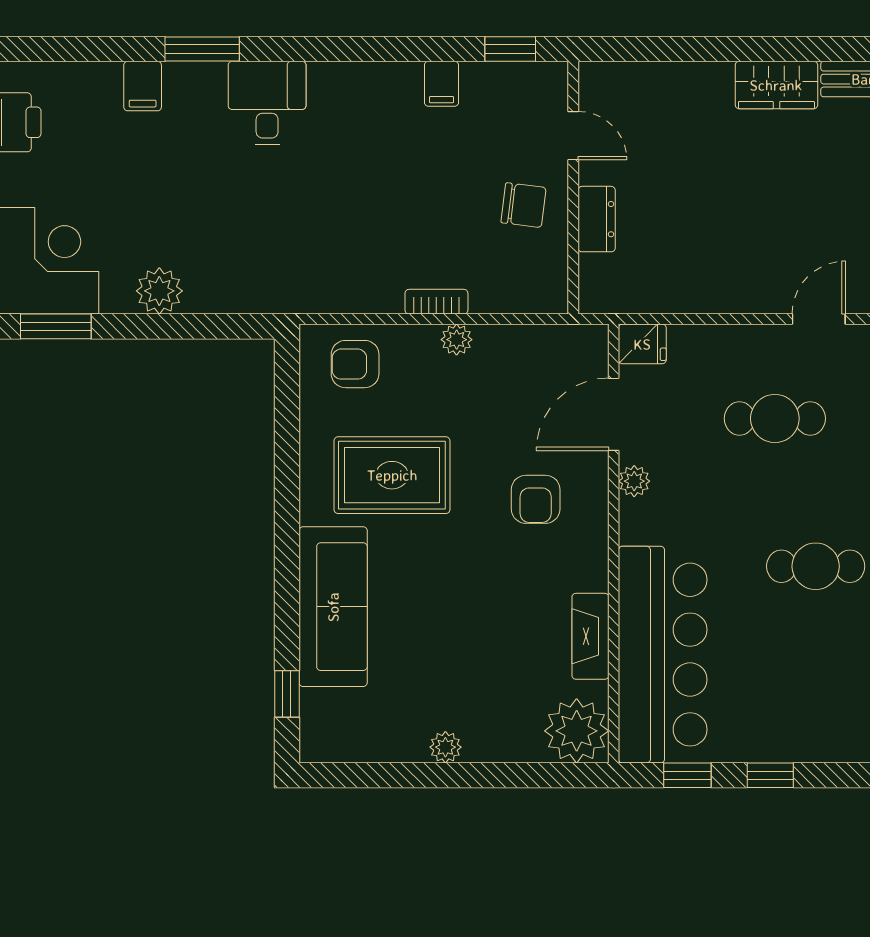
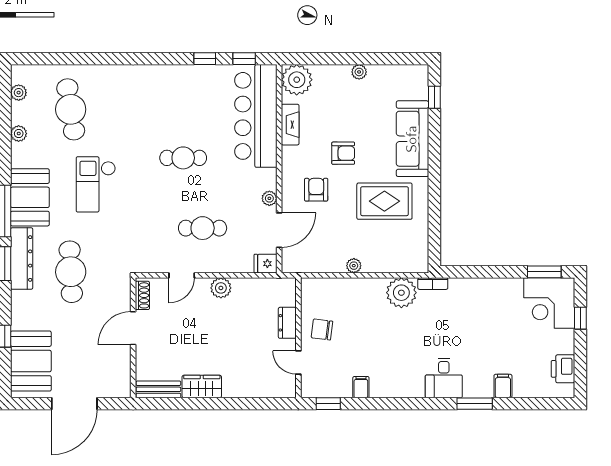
plant: (159, 291) -> (401, 293), moved, width x1.36, depth x1.36
plant: (736, 293) -> (221, 288), added
bookcase: (436, 302) -> (433, 284), moved
armchair: (355, 364) -> (343, 153), moved

